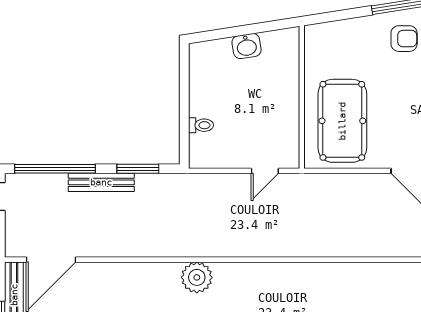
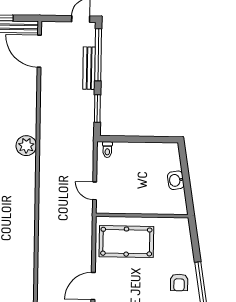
toilet: (201, 125) -> (107, 150), moved
bench: (101, 182) -> (89, 68), moved

